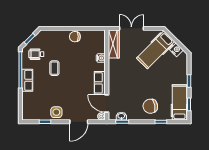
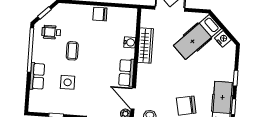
wardrobe: (114, 44) -> (145, 46), moved
row of seats: (27, 80) -> (37, 76), moved
side table: (56, 112) -> (68, 82), moved

